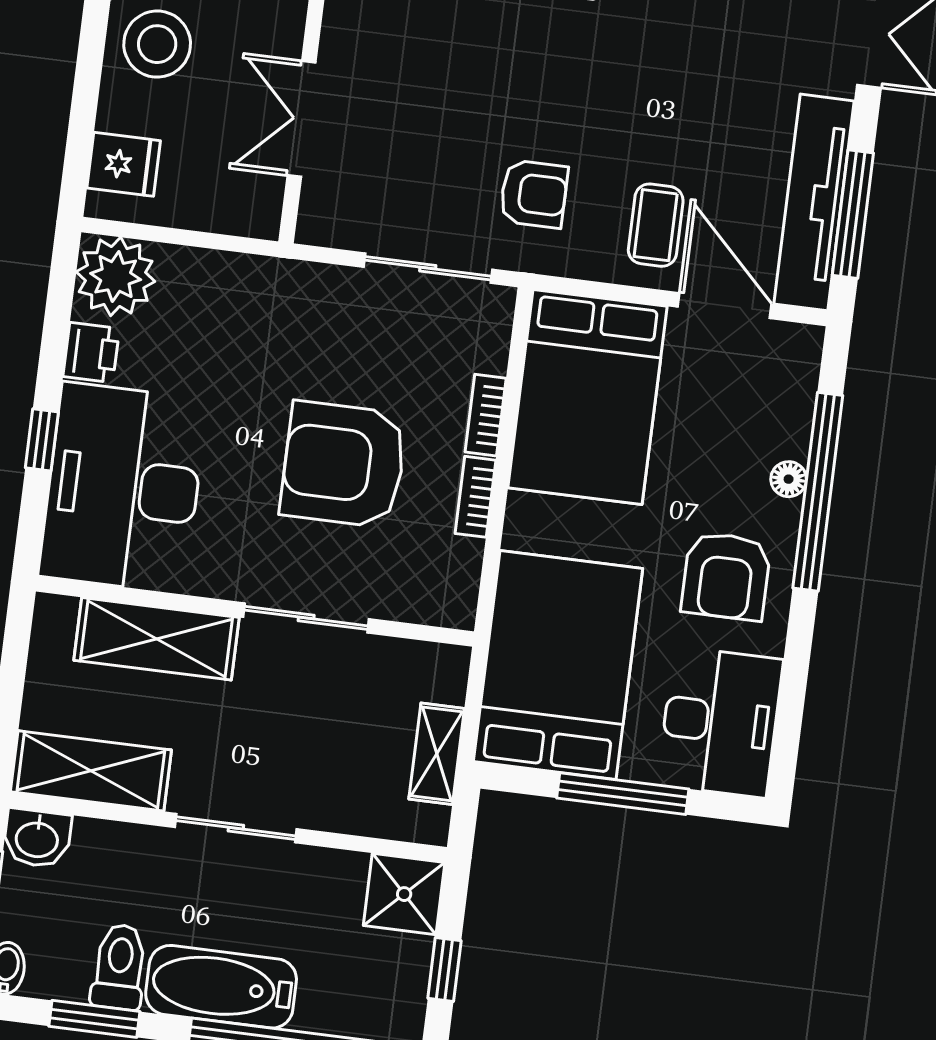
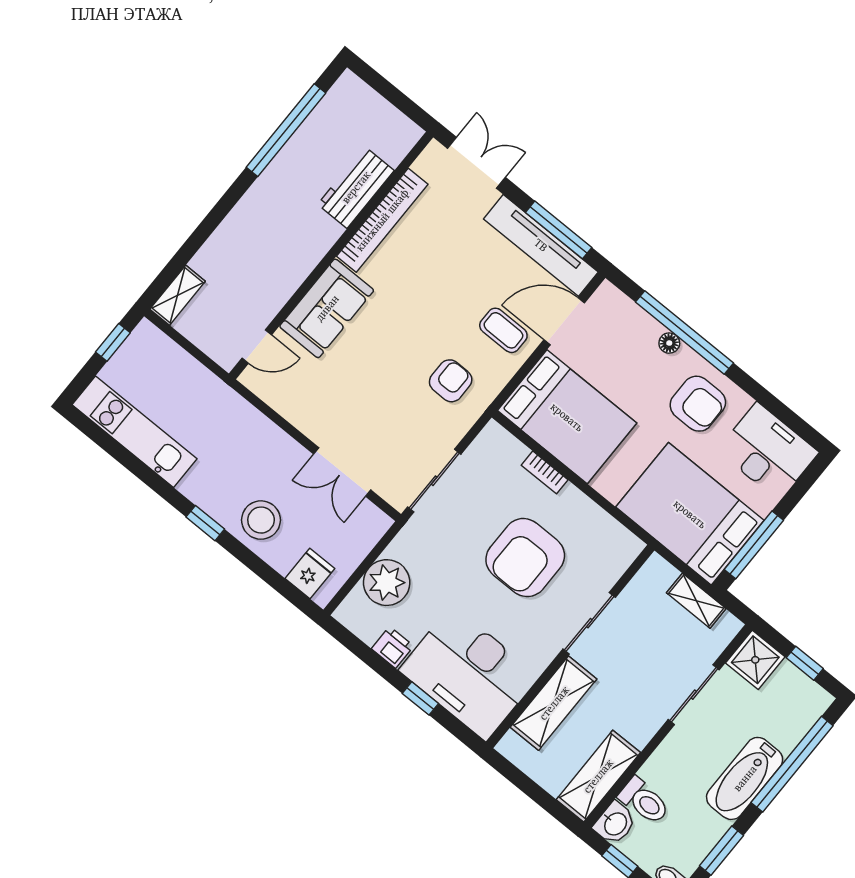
sliding door: (428, 268) -> (434, 481), moved
plant: (116, 277) -> (387, 583), moved
bookcase: (475, 497) -> (582, 503), removed
window: (623, 794) -> (754, 545), moved
sliding door: (236, 828) -> (694, 695), moved
toilet: (119, 967) -> (644, 801), moved, turned 180

